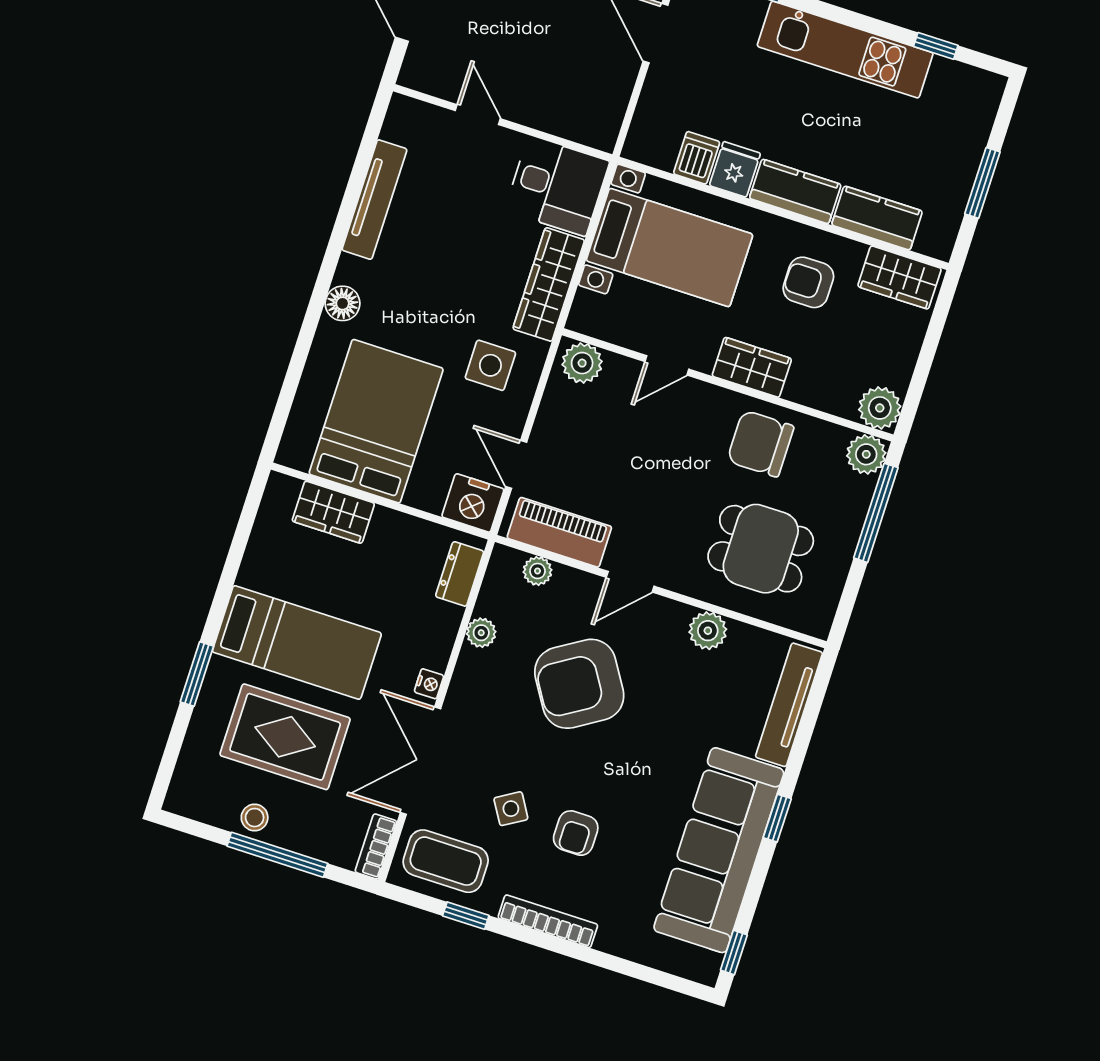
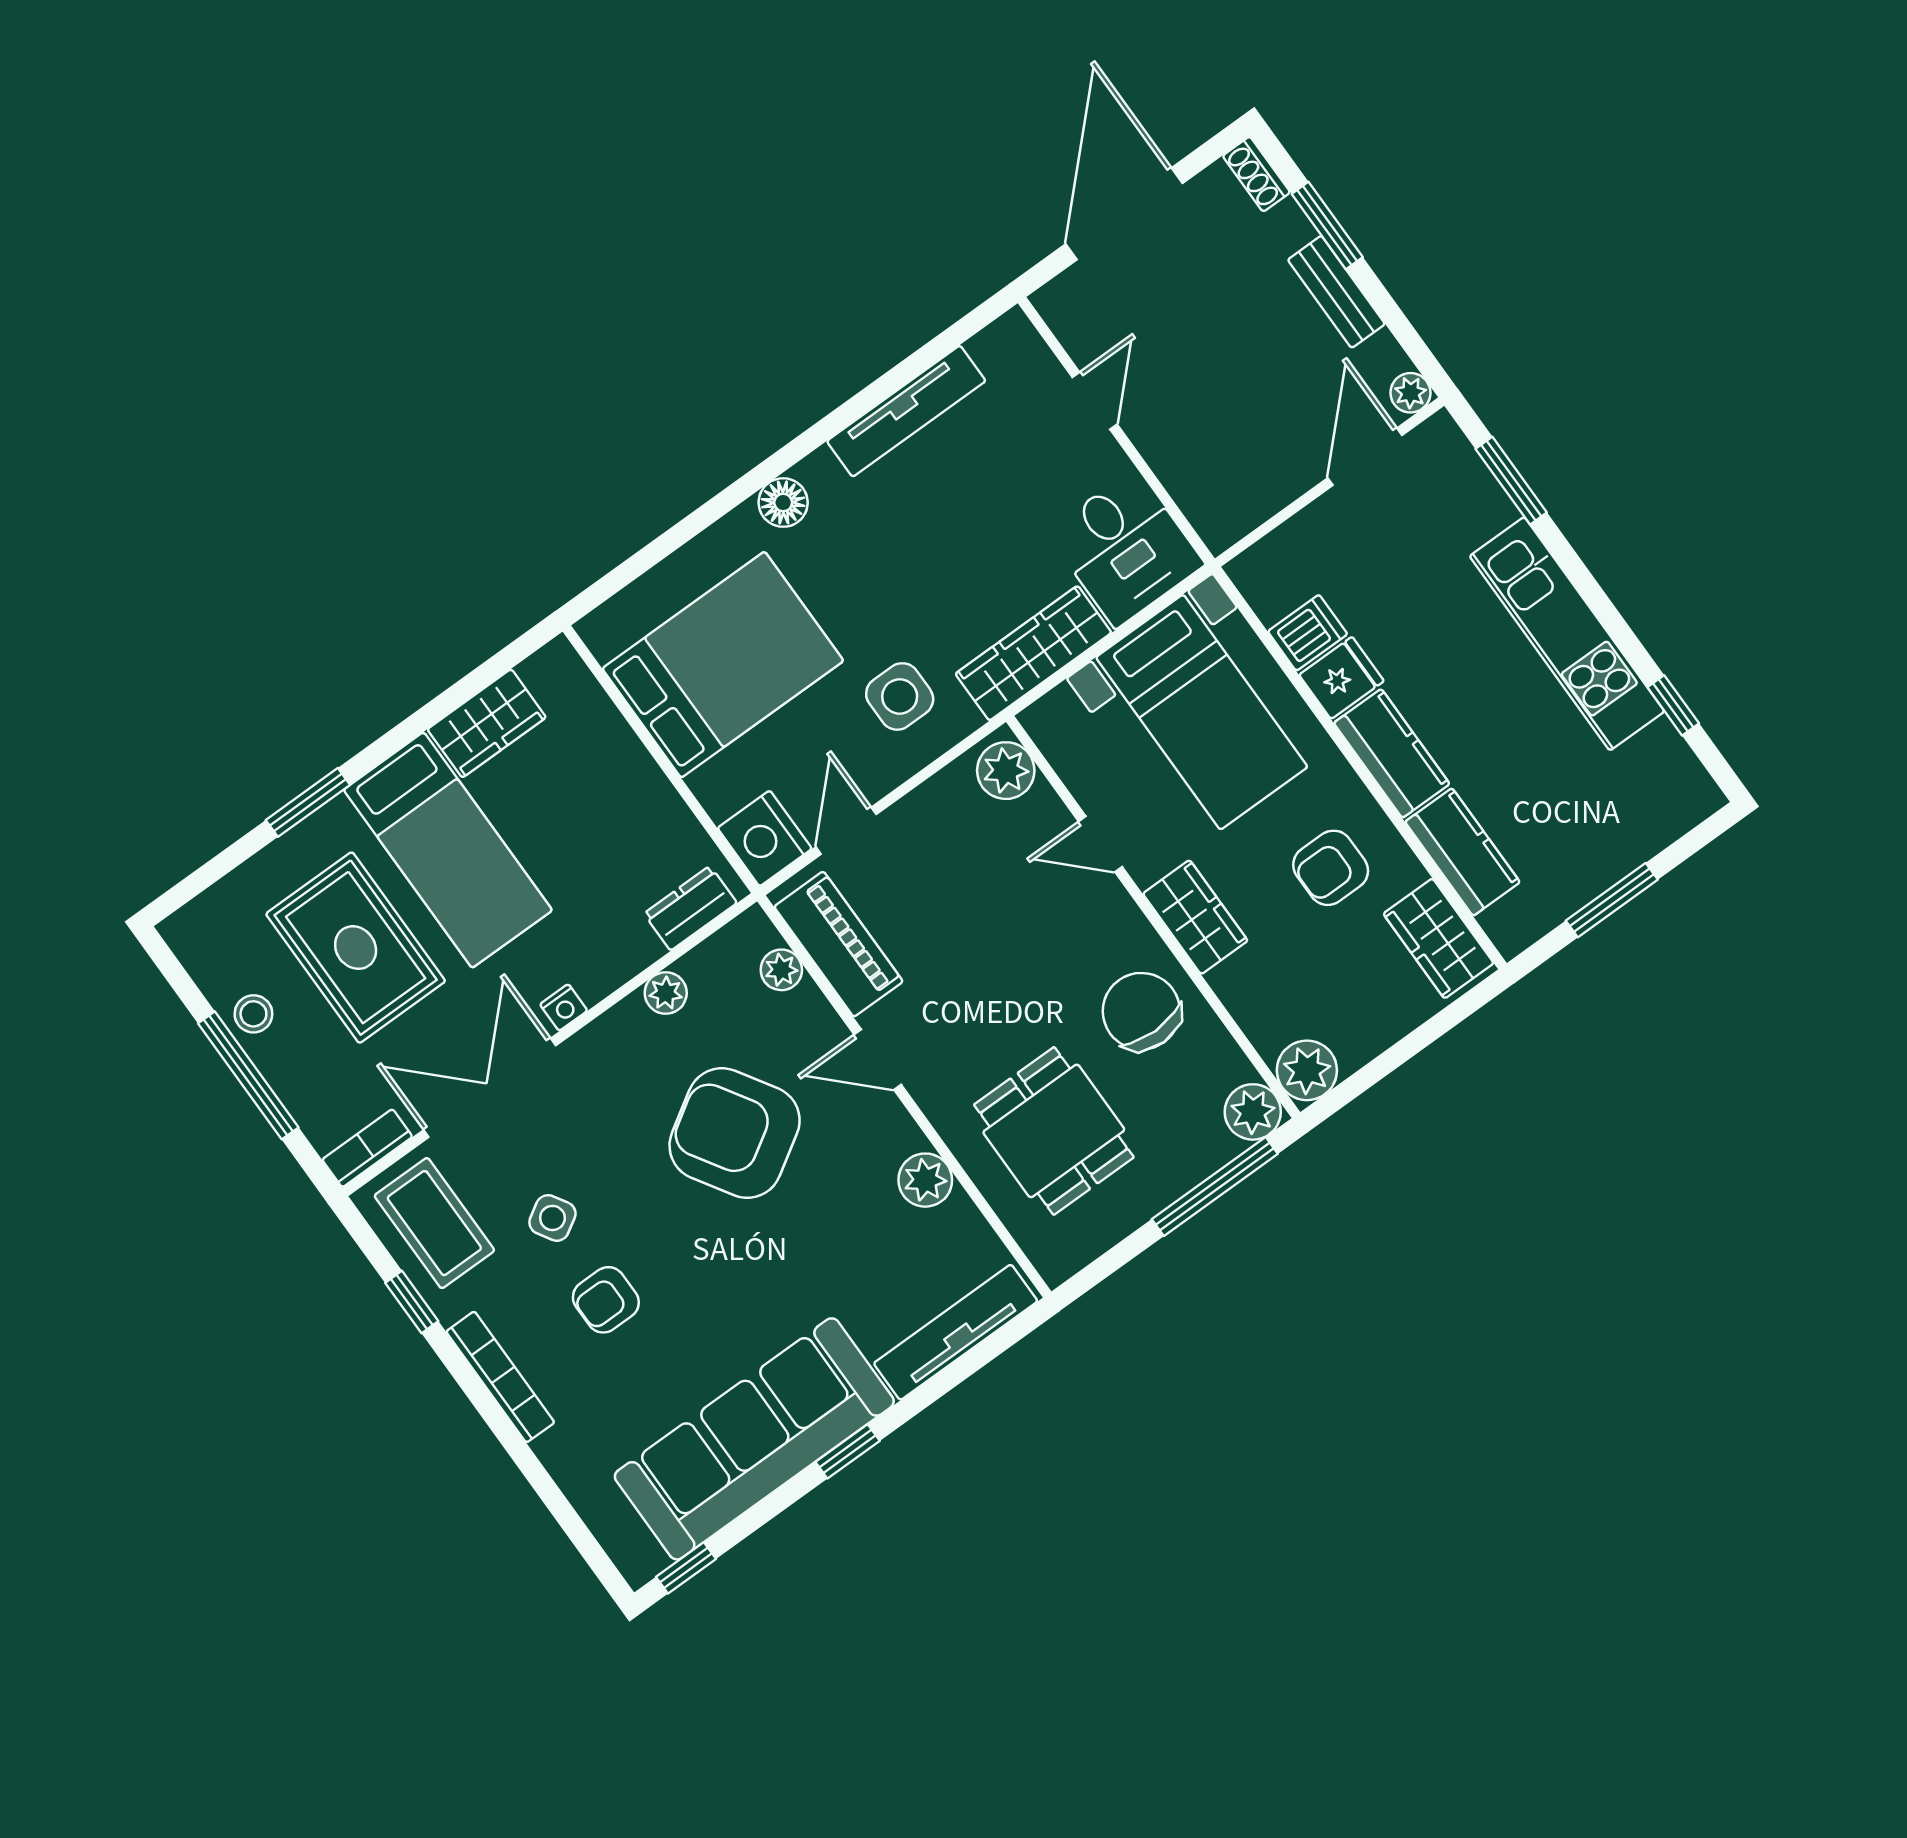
armchair: (808, 282) -> (1331, 868), turned -90
wardrobe: (333, 512) -> (487, 723), moved, turned -90

